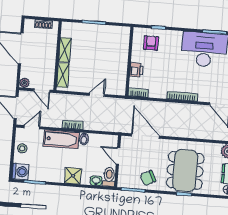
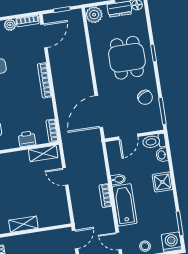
shelving: (63, 75) -> (43, 154), moved
dining table: (185, 170) -> (127, 58), width x0.73

